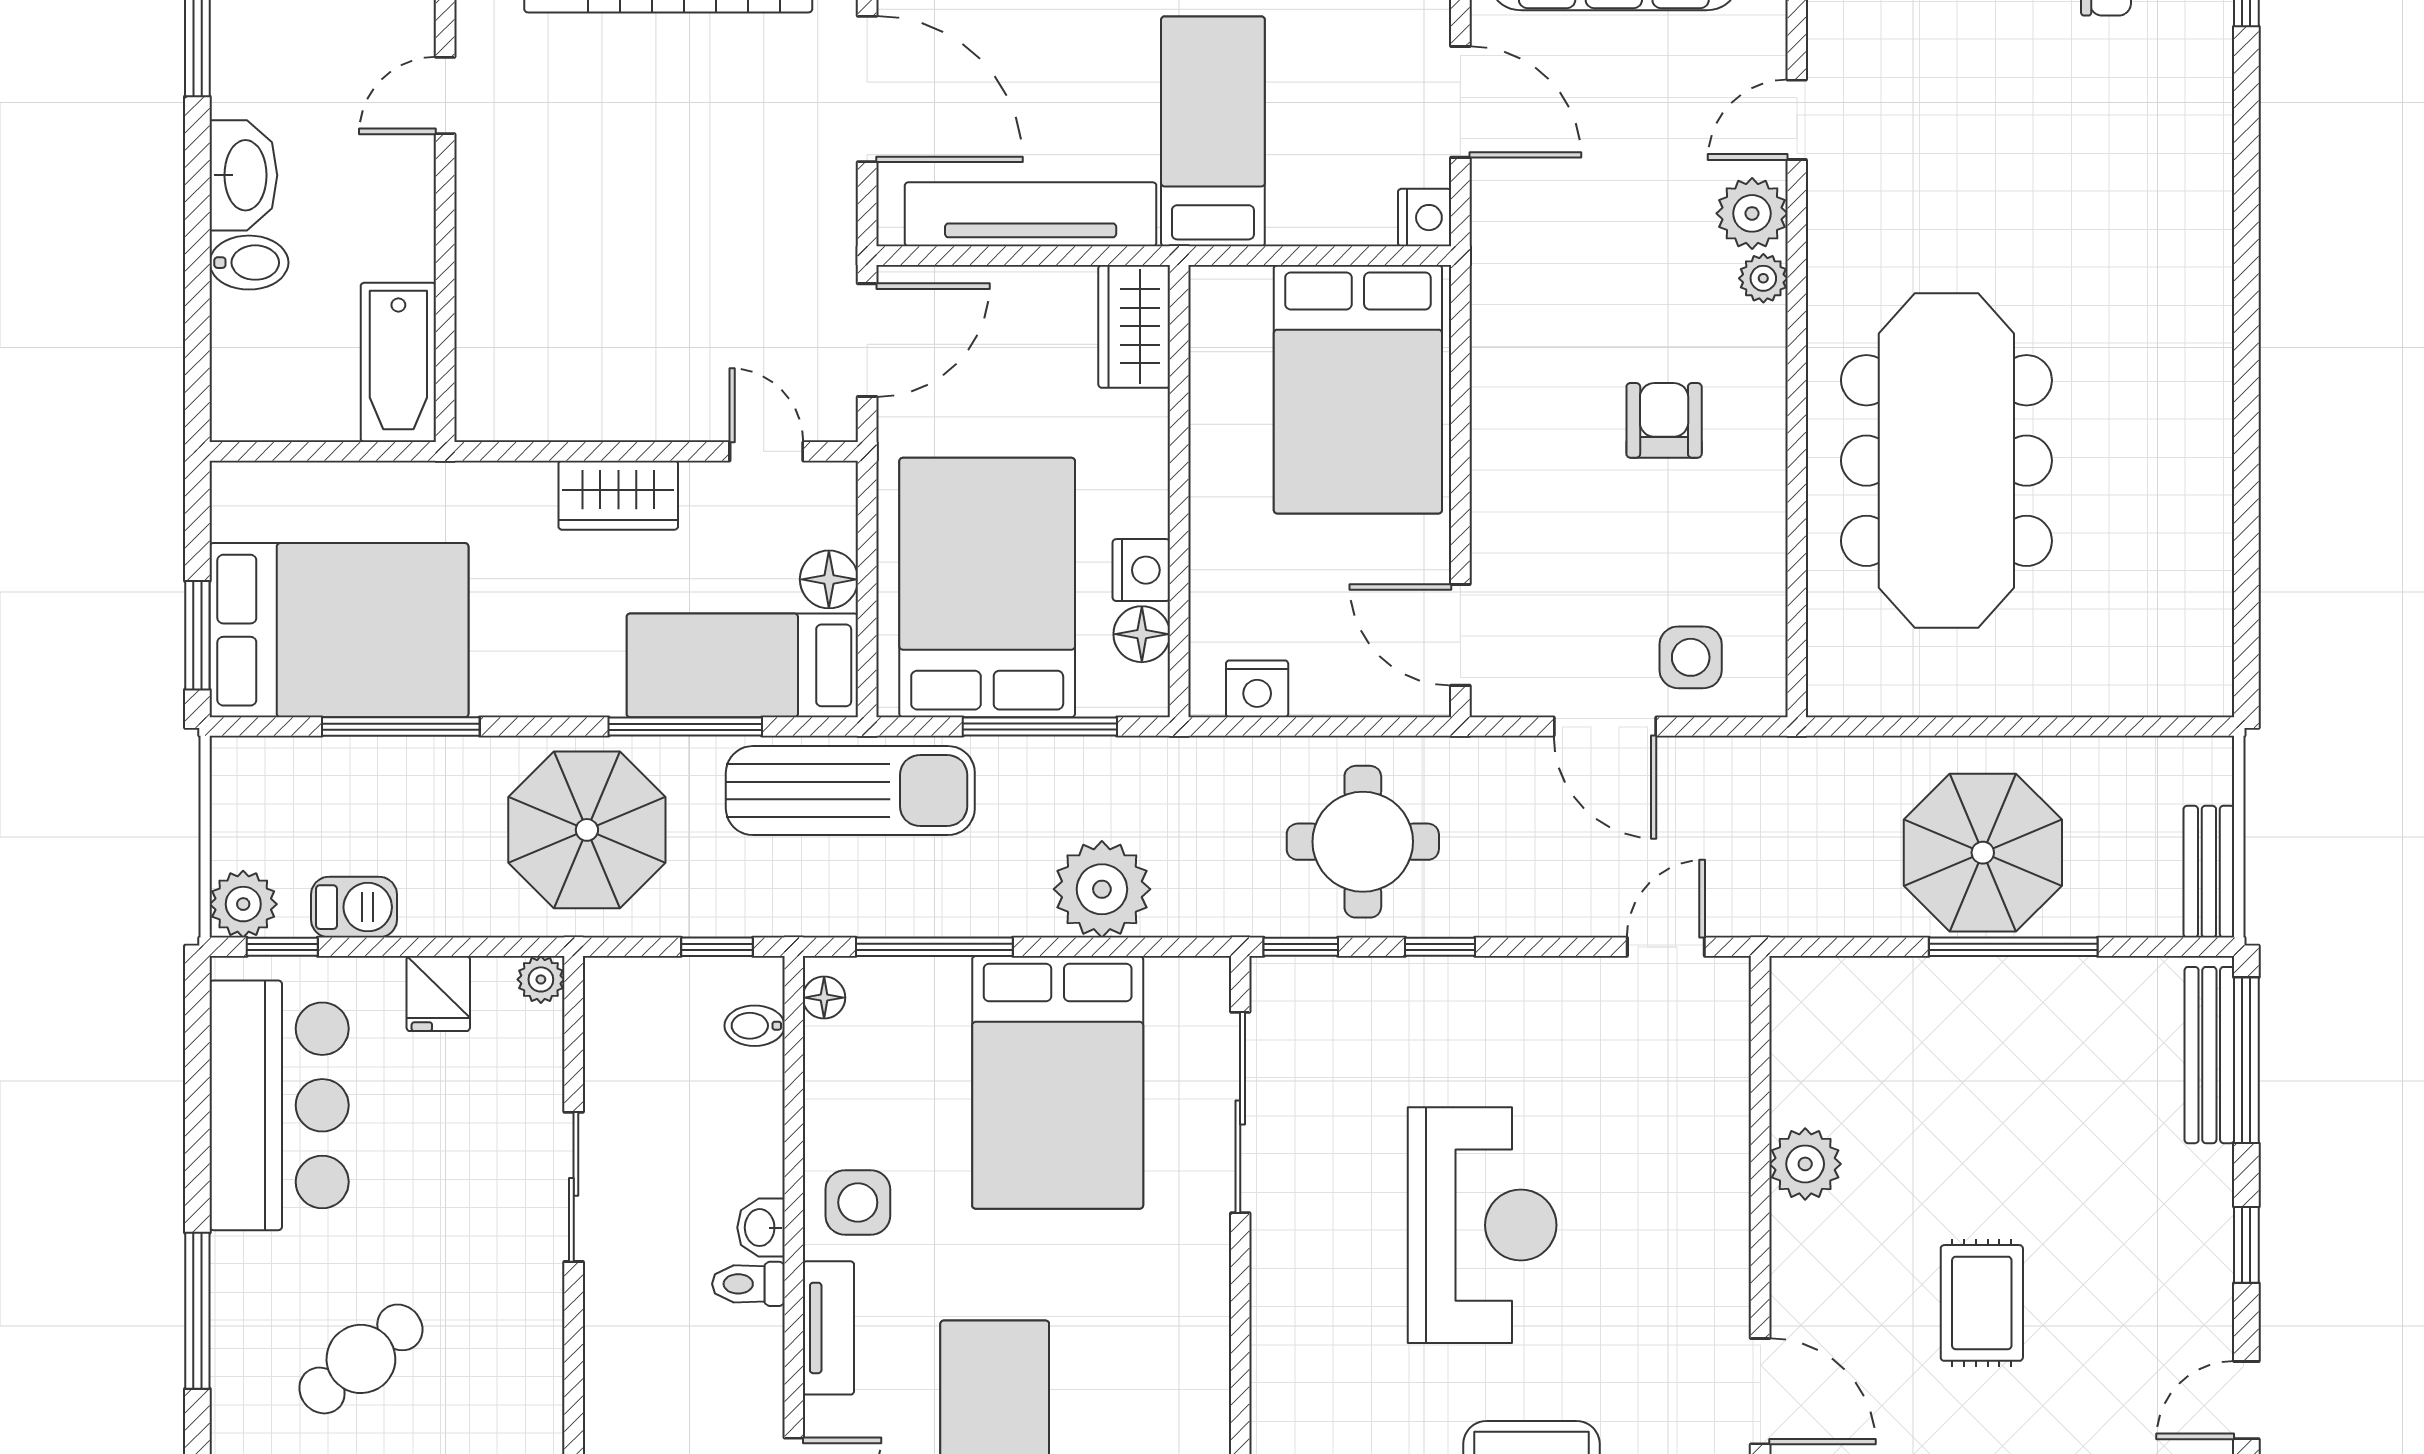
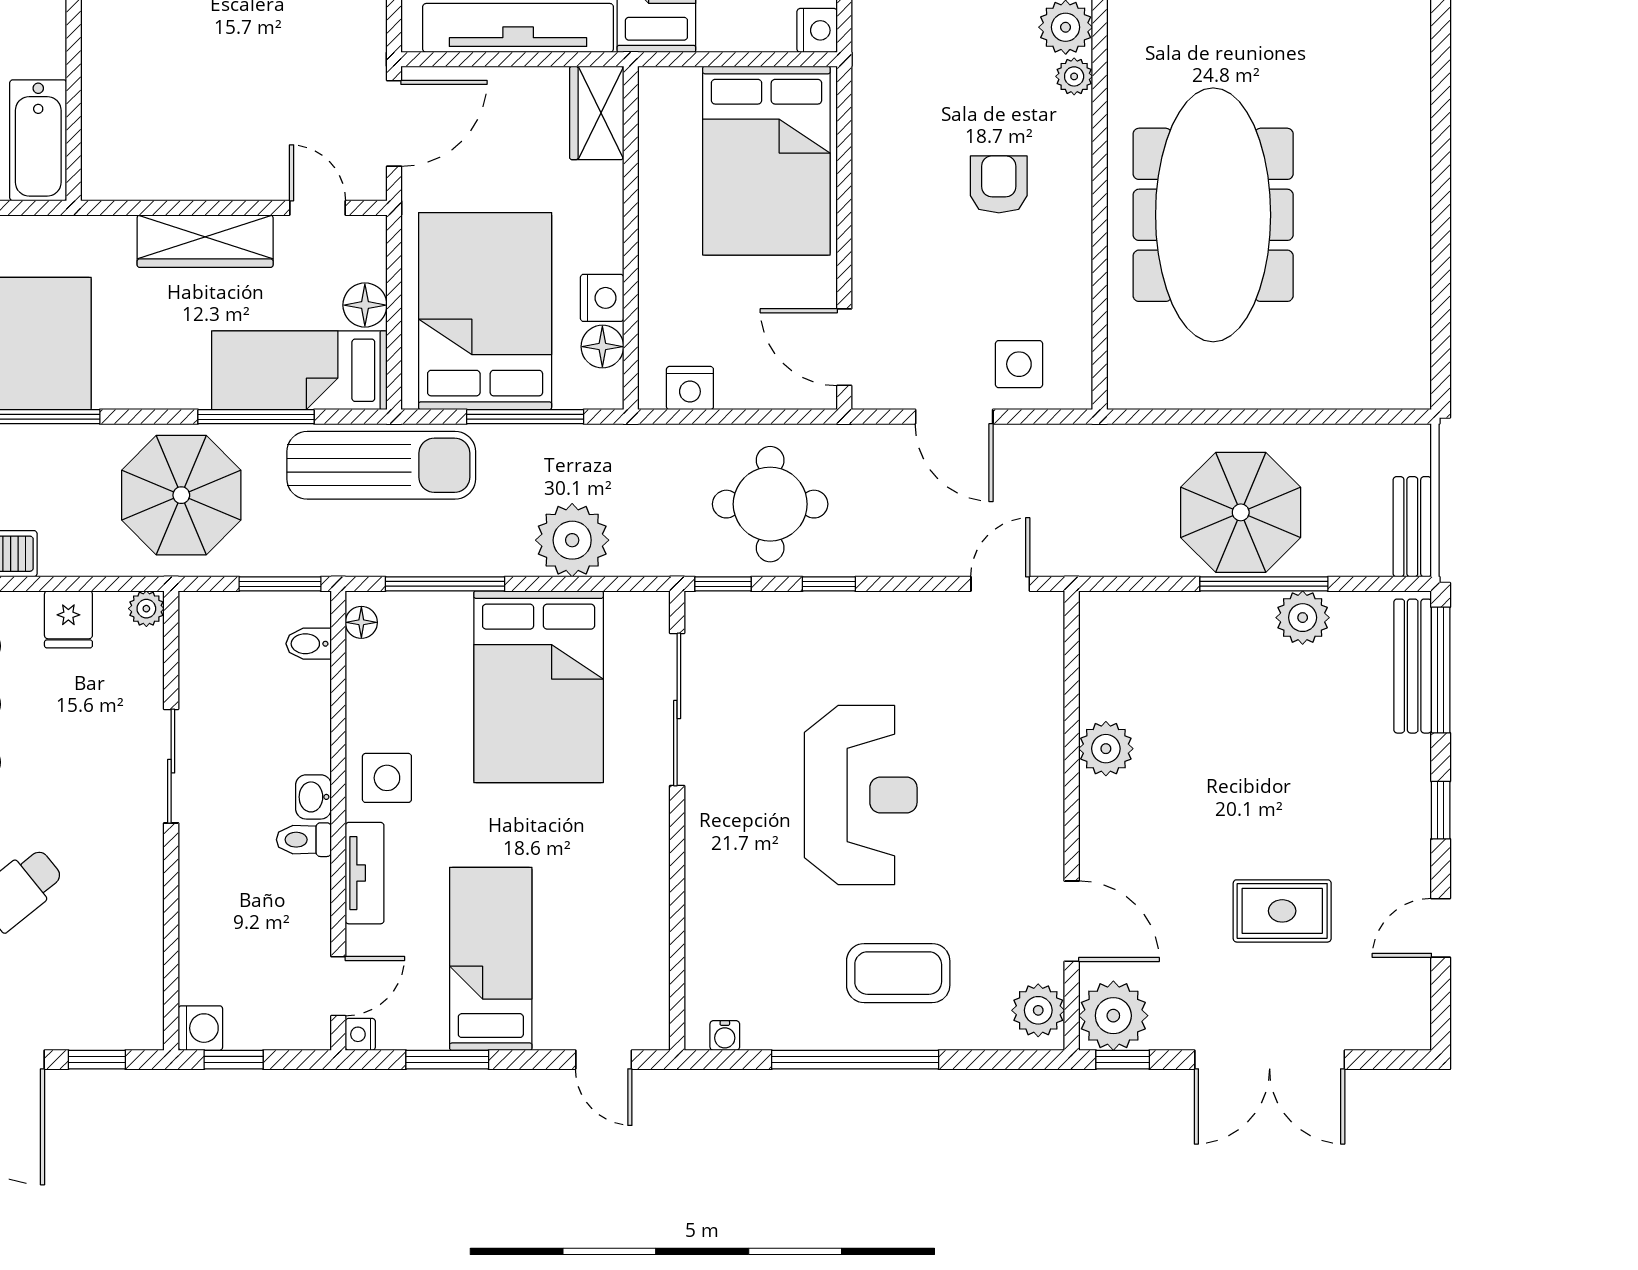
wardrobe: (618, 495) -> (205, 241), width x1.50
window: (717, 947) -> (280, 584), width x1.50
plant: (2064, 991) -> (1303, 618), added
rug: (1982, 1303) -> (1282, 911), moved, turned 90

